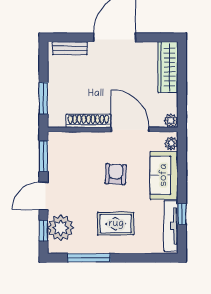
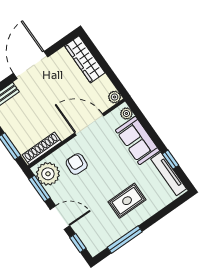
shoe rack: (88, 121) -> (42, 148), moved
armchair: (116, 174) -> (77, 164), moved
door: (43, 196) -> (60, 218), swing flipped
plant: (61, 228) -> (48, 174), moved

